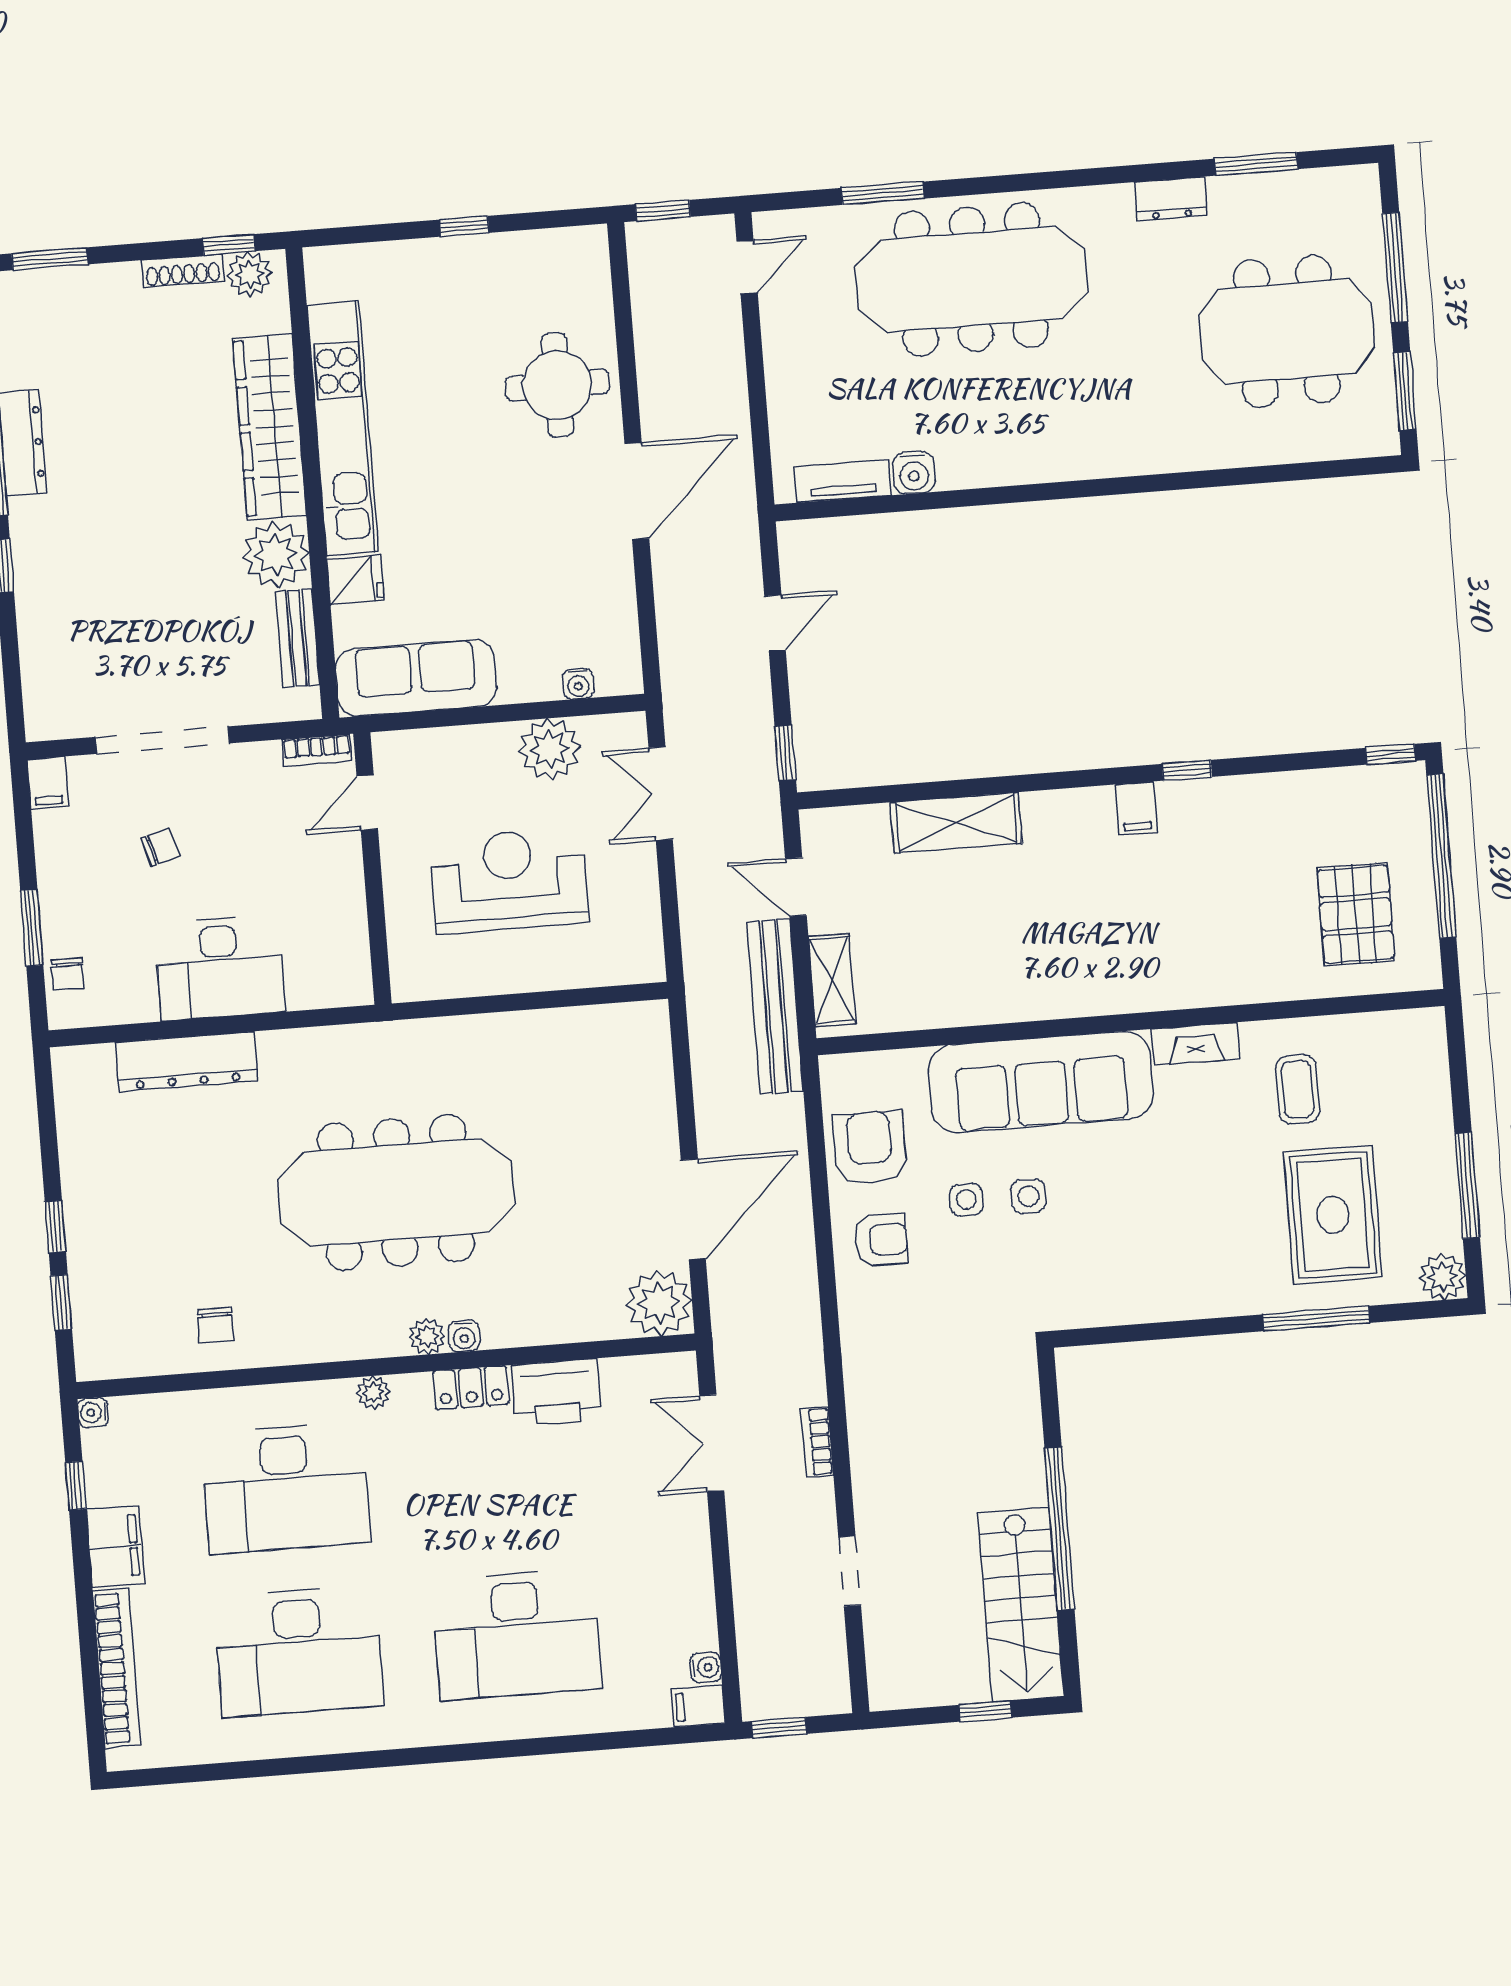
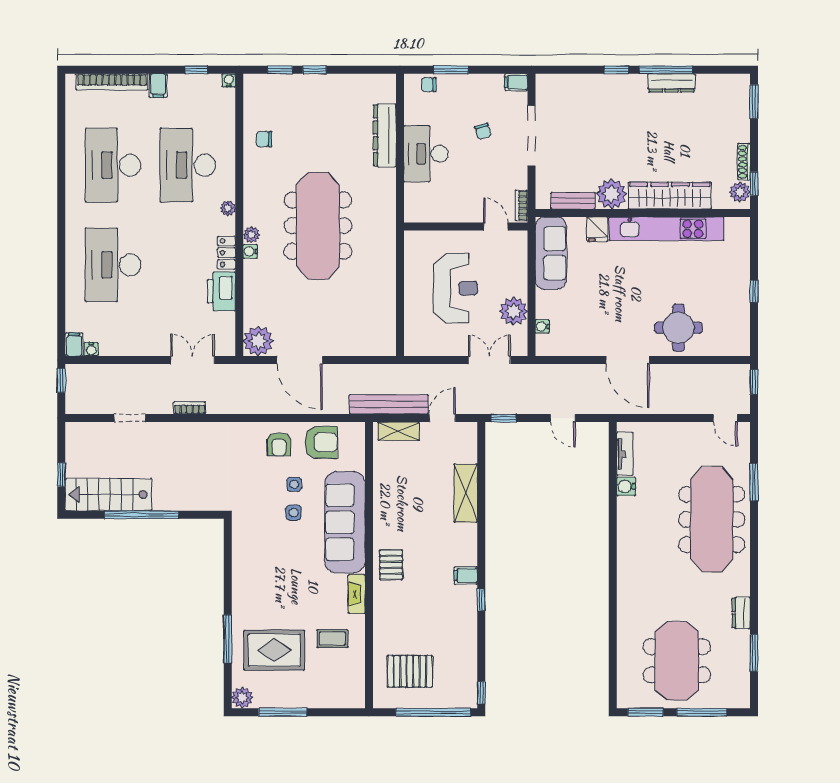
pallet: (1126, 974) -> (391, 565), added
filing cabinet: (115, 1547) -> (158, 86), width x0.50

